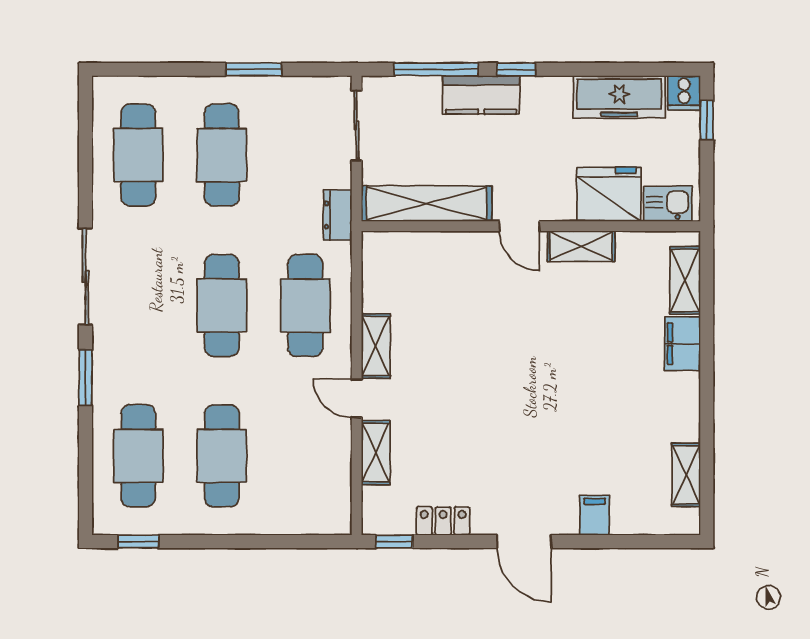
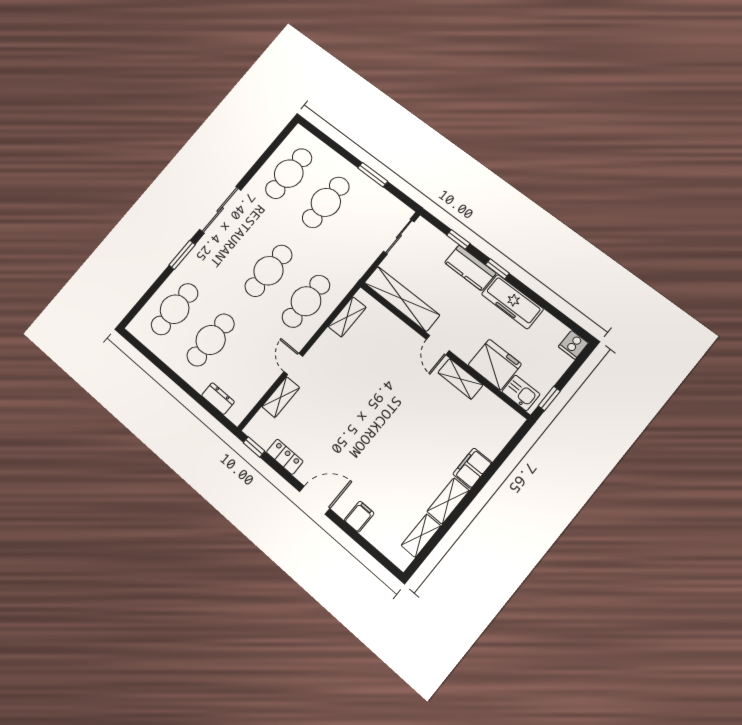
window: (436, 69) -> (458, 239), width x0.46
freezer: (619, 97) -> (512, 302), moved
window: (707, 120) -> (549, 398), moved
dresser: (338, 215) -> (218, 399), moved, turned 90
shelving: (685, 280) -> (448, 501), moved
shelving: (376, 346) -> (347, 317), moved
window: (138, 542) -> (142, 348), removed
door: (524, 542) -> (315, 500), swing flipped

